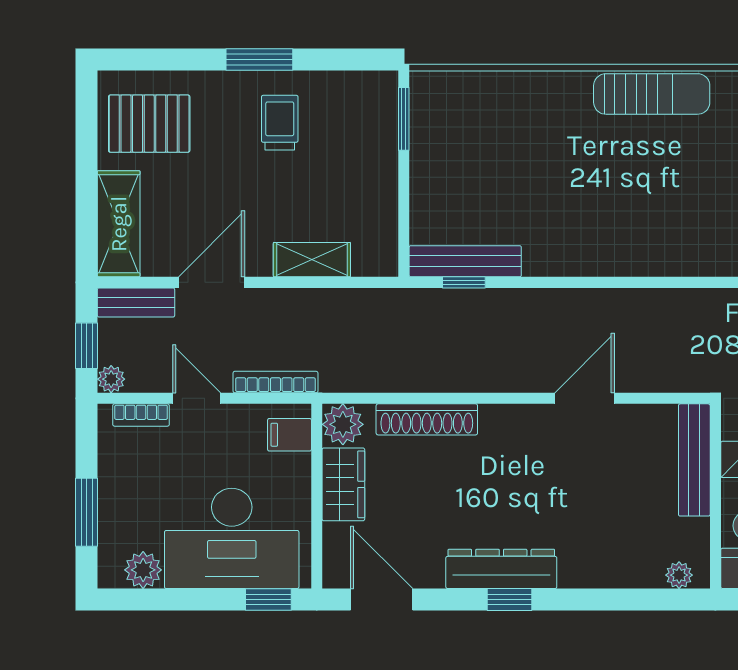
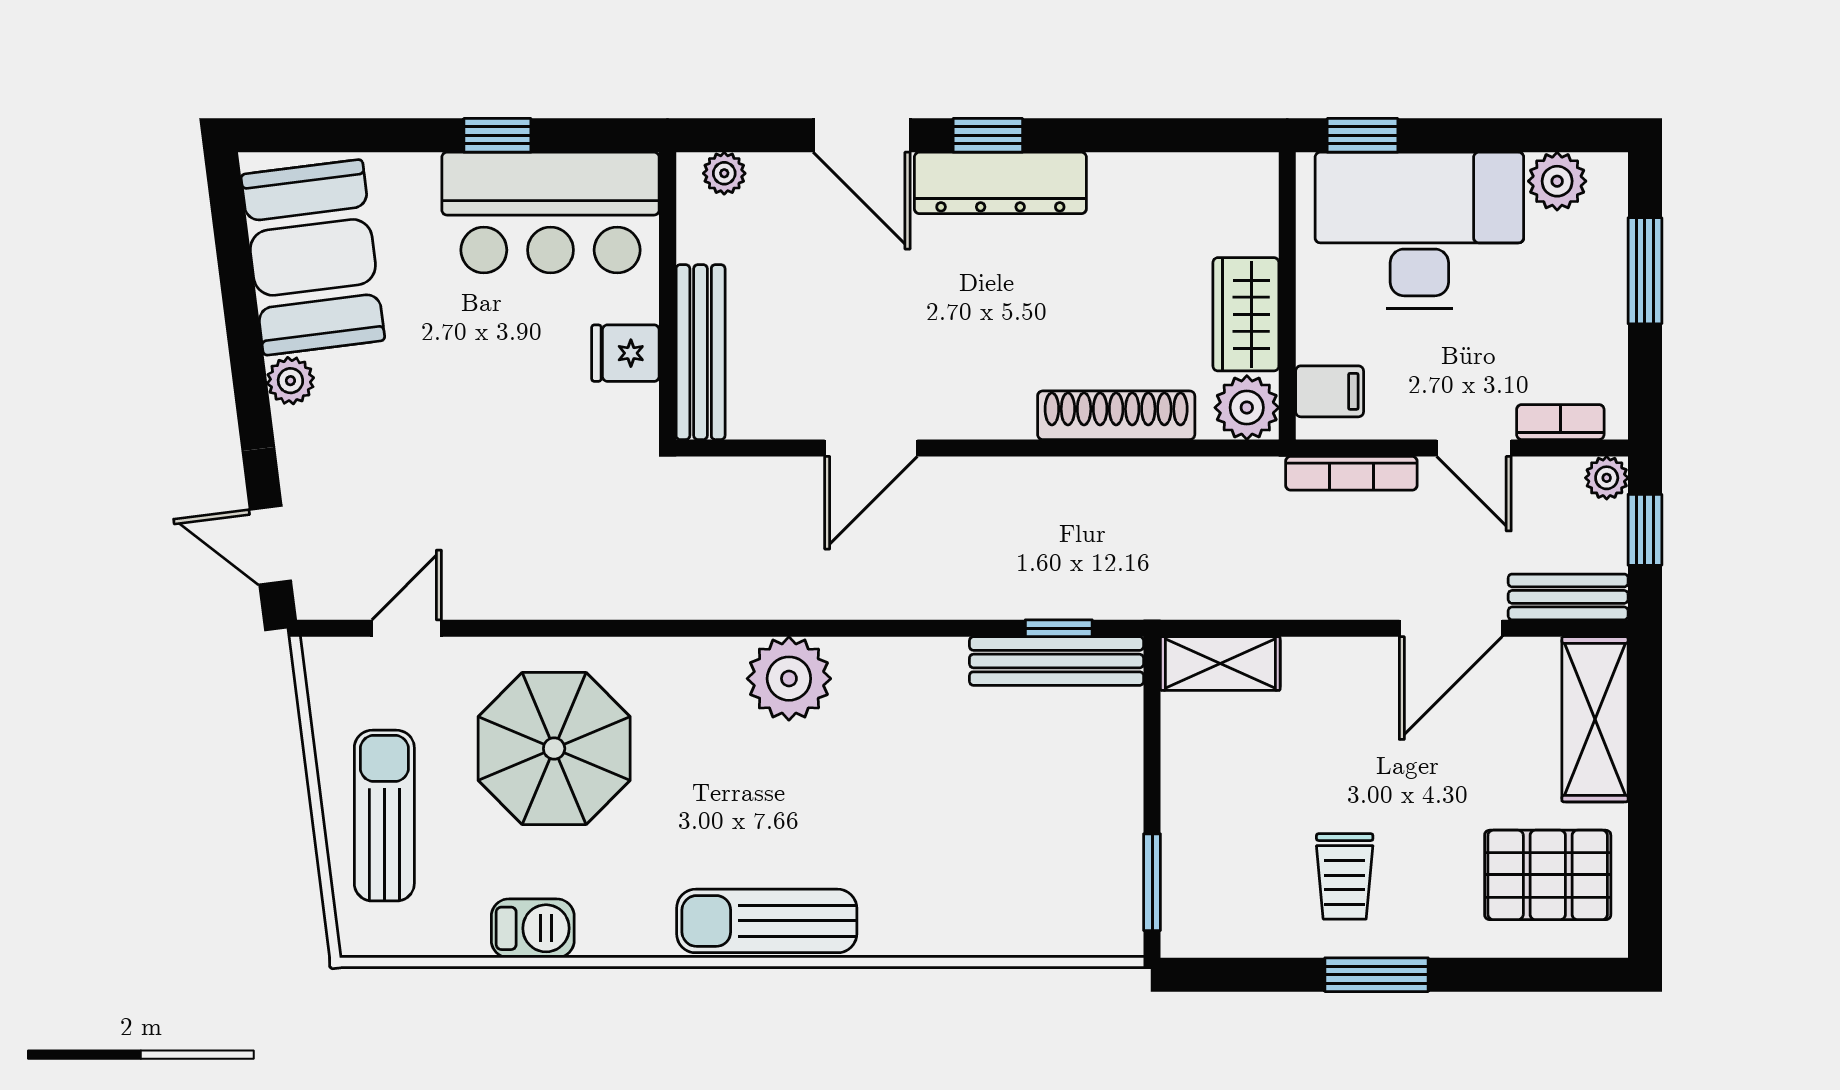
plant: (637, 250) -> (789, 679), added
shelving: (312, 260) -> (1220, 664), moved
door: (382, 599) -> (862, 135), moved

